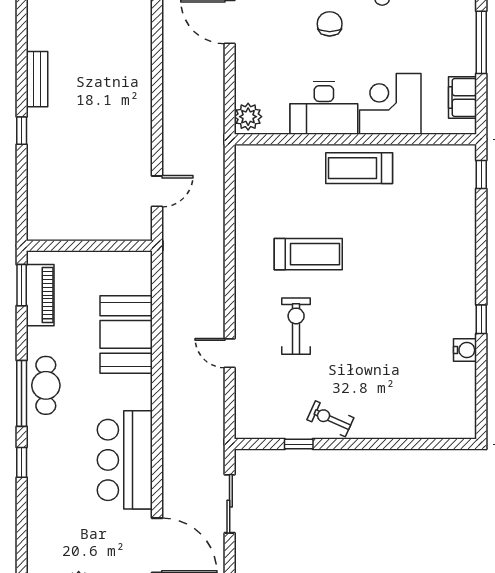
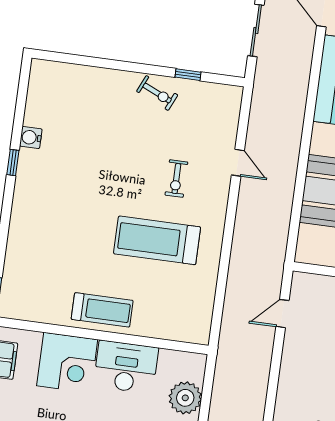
plant: (248, 117) -> (185, 398), moved, width x1.36, depth x1.36
treadmill: (308, 254) -> (157, 240), width x1.37, depth x1.38
exercise bike: (296, 326) -> (176, 179), width x0.73, depth x0.72

